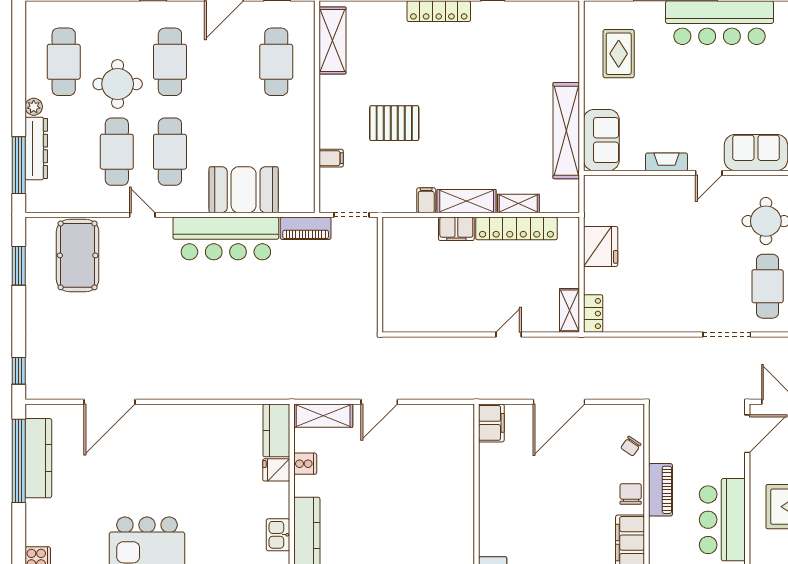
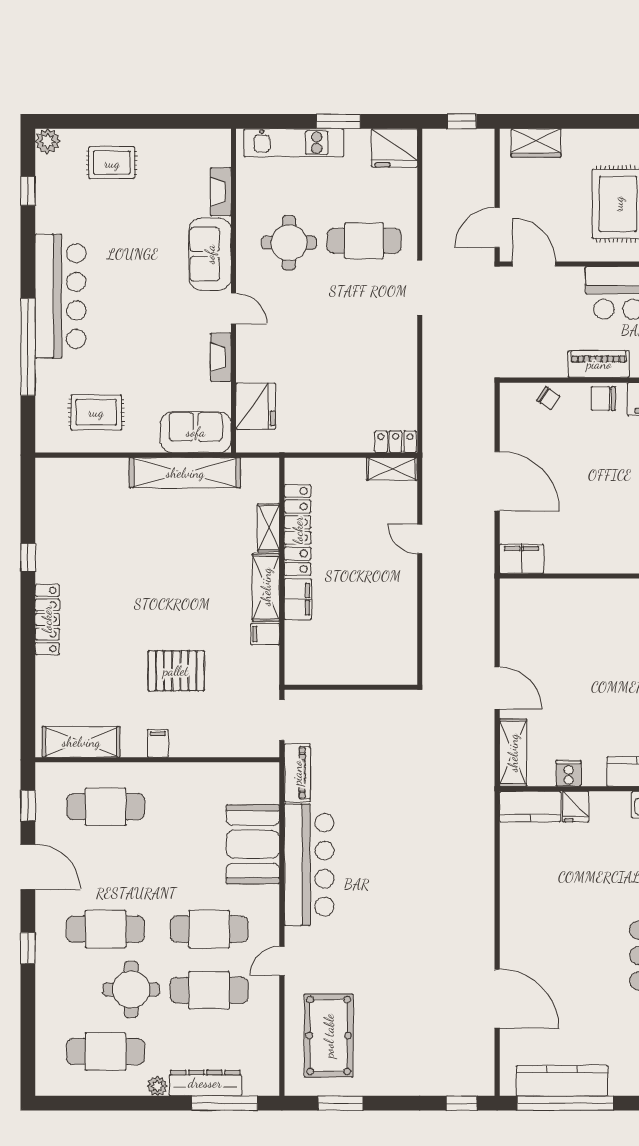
pallet: (394, 123) -> (176, 671), turned 90
filing cabinet: (331, 158) -> (158, 743), moved
fridge: (601, 246) -> (256, 406), moved, turned 90
pool table: (78, 255) -> (329, 1036), turned 90

